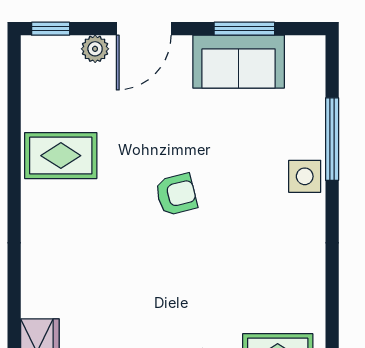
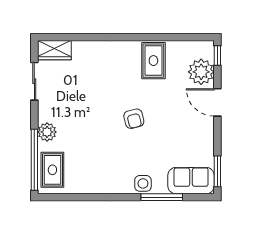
window: (244, 29) -> (217, 171), moved
plant: (95, 49) -> (201, 72), width x1.88, depth x1.88
sofa: (239, 62) -> (191, 181), moved, turned 90

